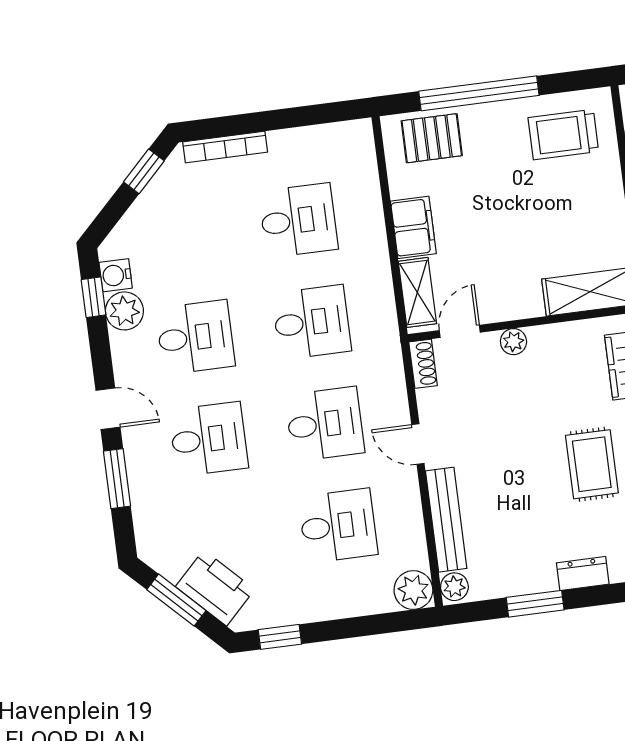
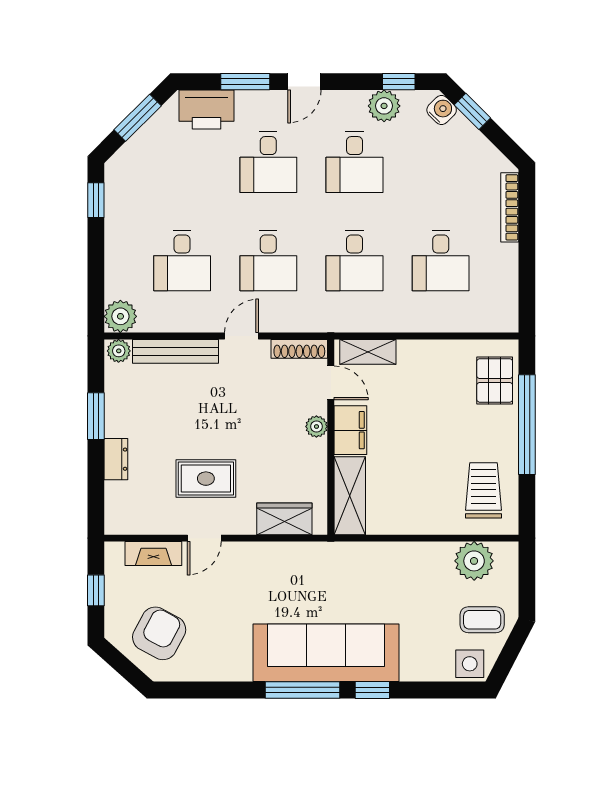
window: (144, 171) -> (472, 111), moved
filing cabinet: (413, 227) -> (350, 430), moved, turned -90
water cooler: (116, 275) -> (442, 110), moved, turned 45
shoe rack: (423, 364) -> (299, 349), width x1.43
printer: (215, 588) -> (207, 110), moved, turned 45

